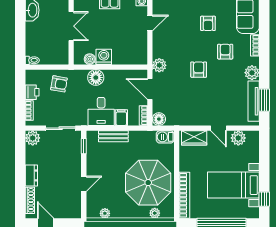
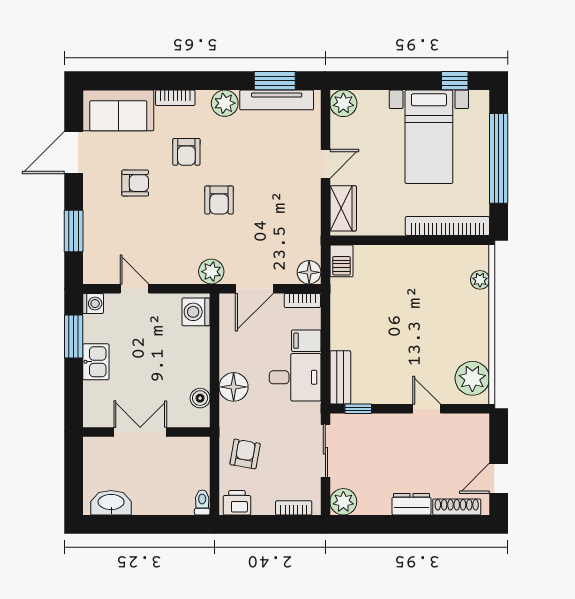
armchair: (225, 52) -> (186, 152), turned -90
washing machine: (104, 57) -> (196, 312), moved
armchair: (199, 70) -> (219, 200), turned -90
printer: (32, 92) -> (237, 503), moved
bench: (113, 136) -> (340, 377), moved
plant: (238, 138) -> (343, 103), moved
parasol: (148, 183) -> (425, 292), removed
plant: (105, 213) -> (472, 378), width x1.87, depth x1.87

